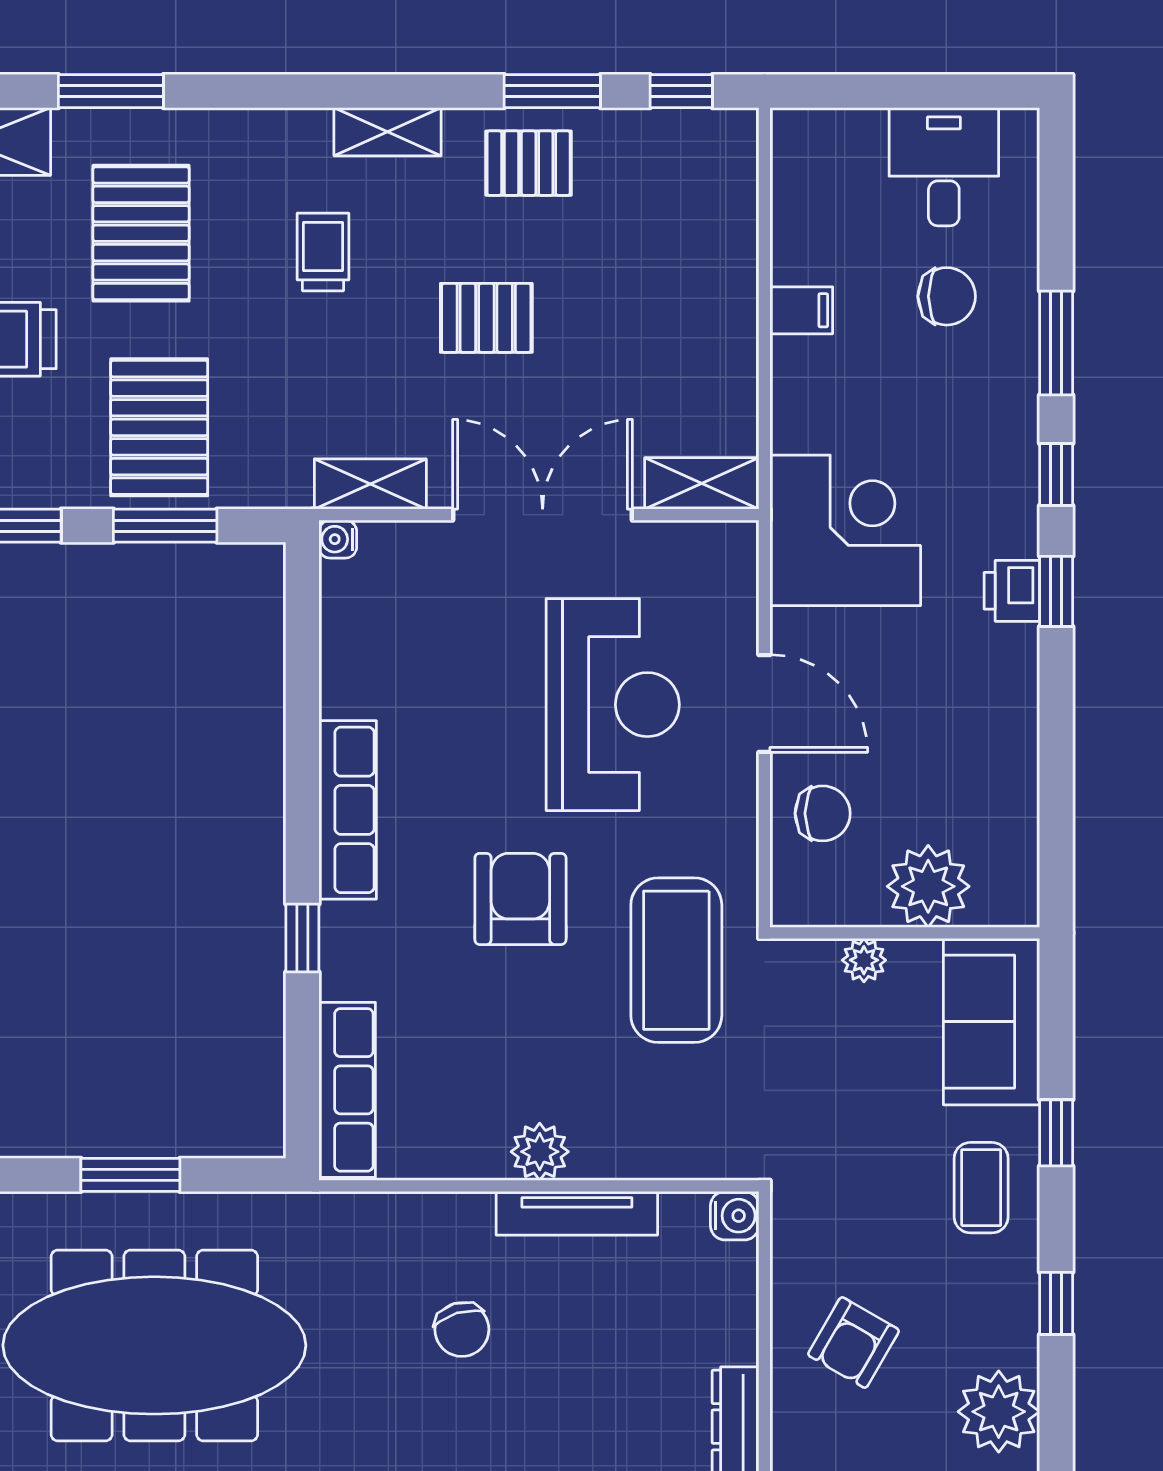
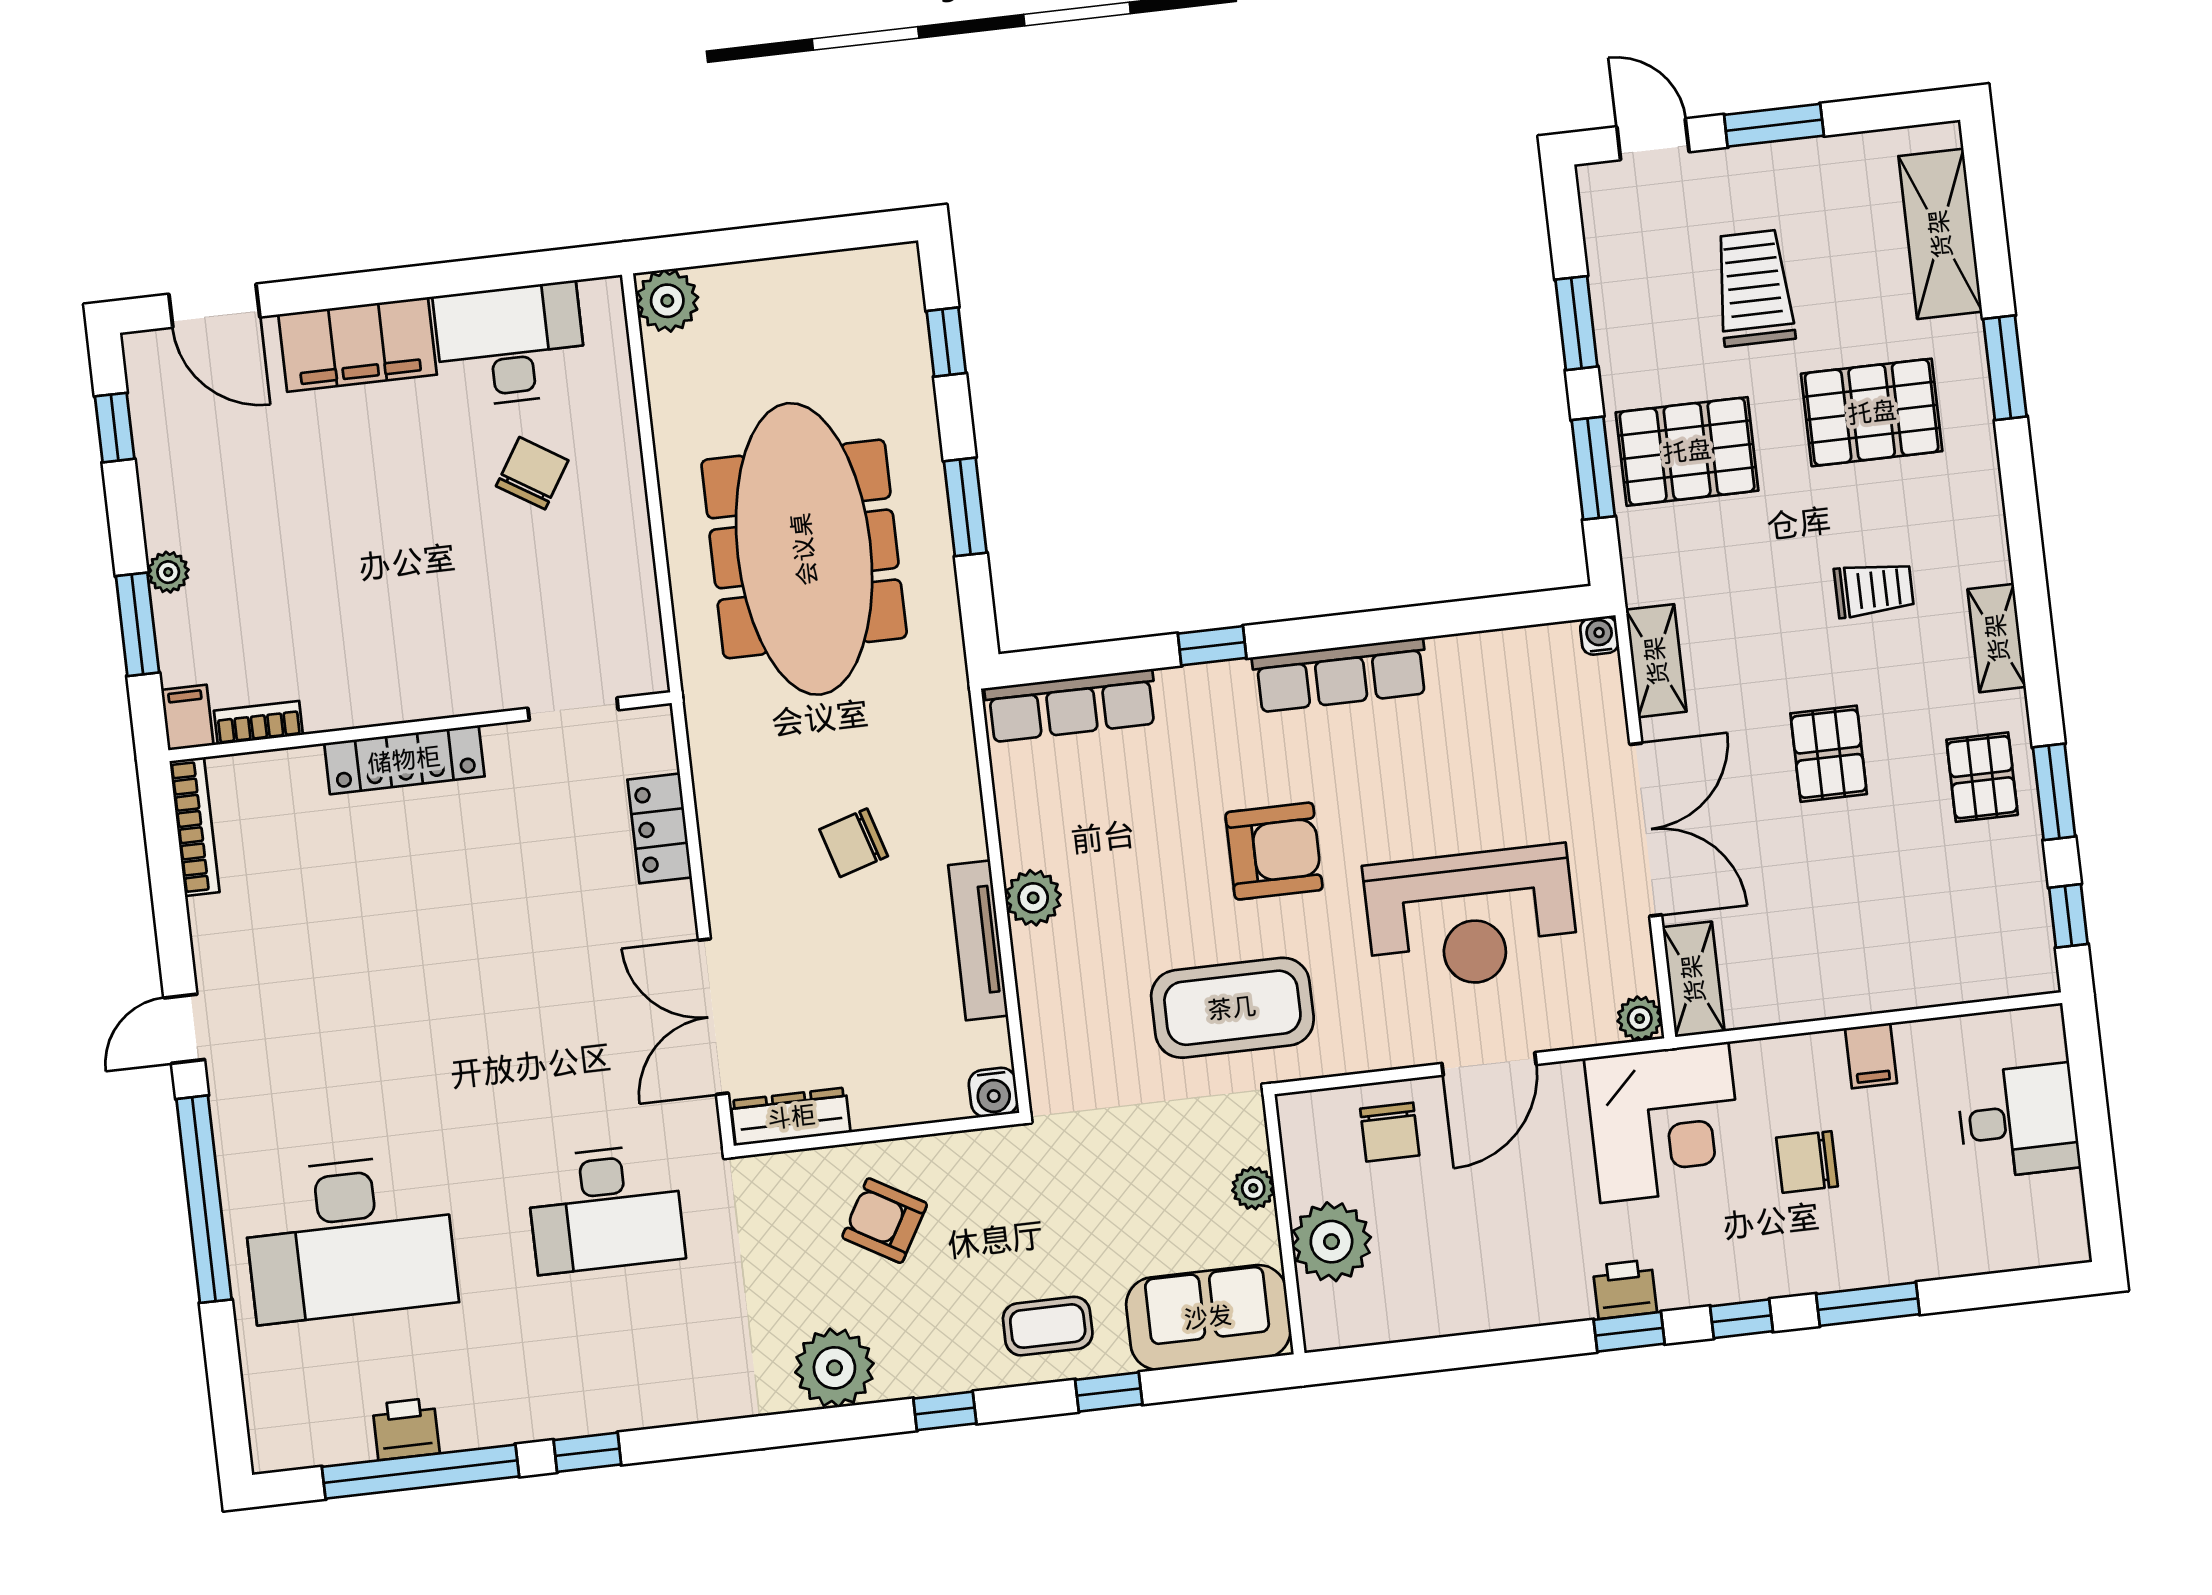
desk: (944, 167) -> (2018, 1121), moved
chair: (947, 296) -> (1807, 1162), moved, turned 90
plant: (736, 543) -> (1640, 1019), added

